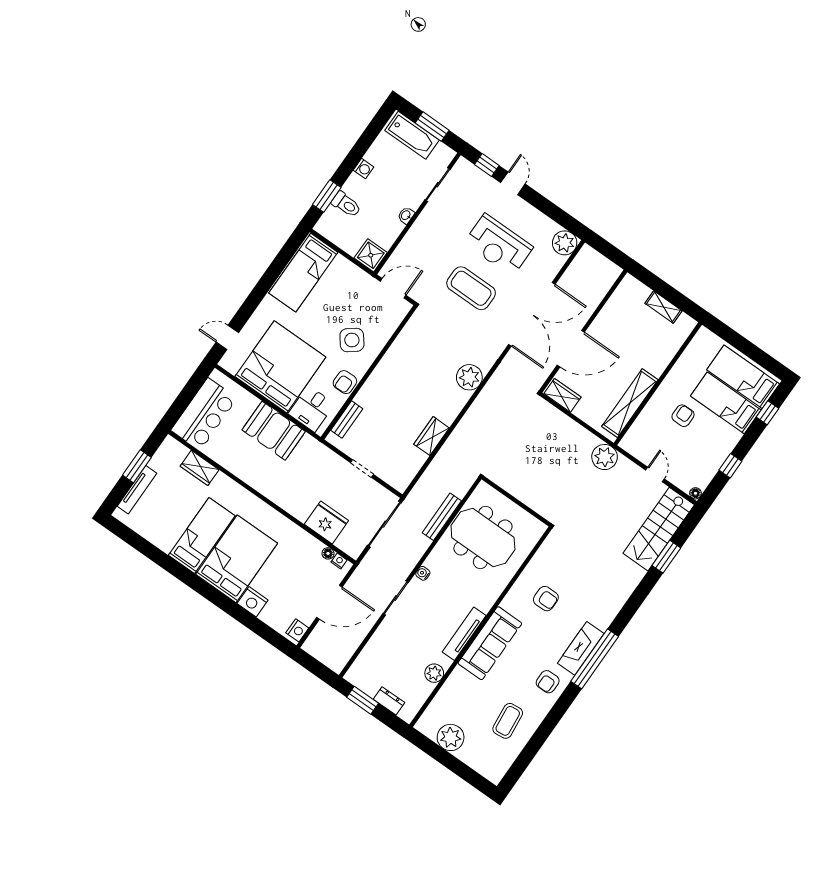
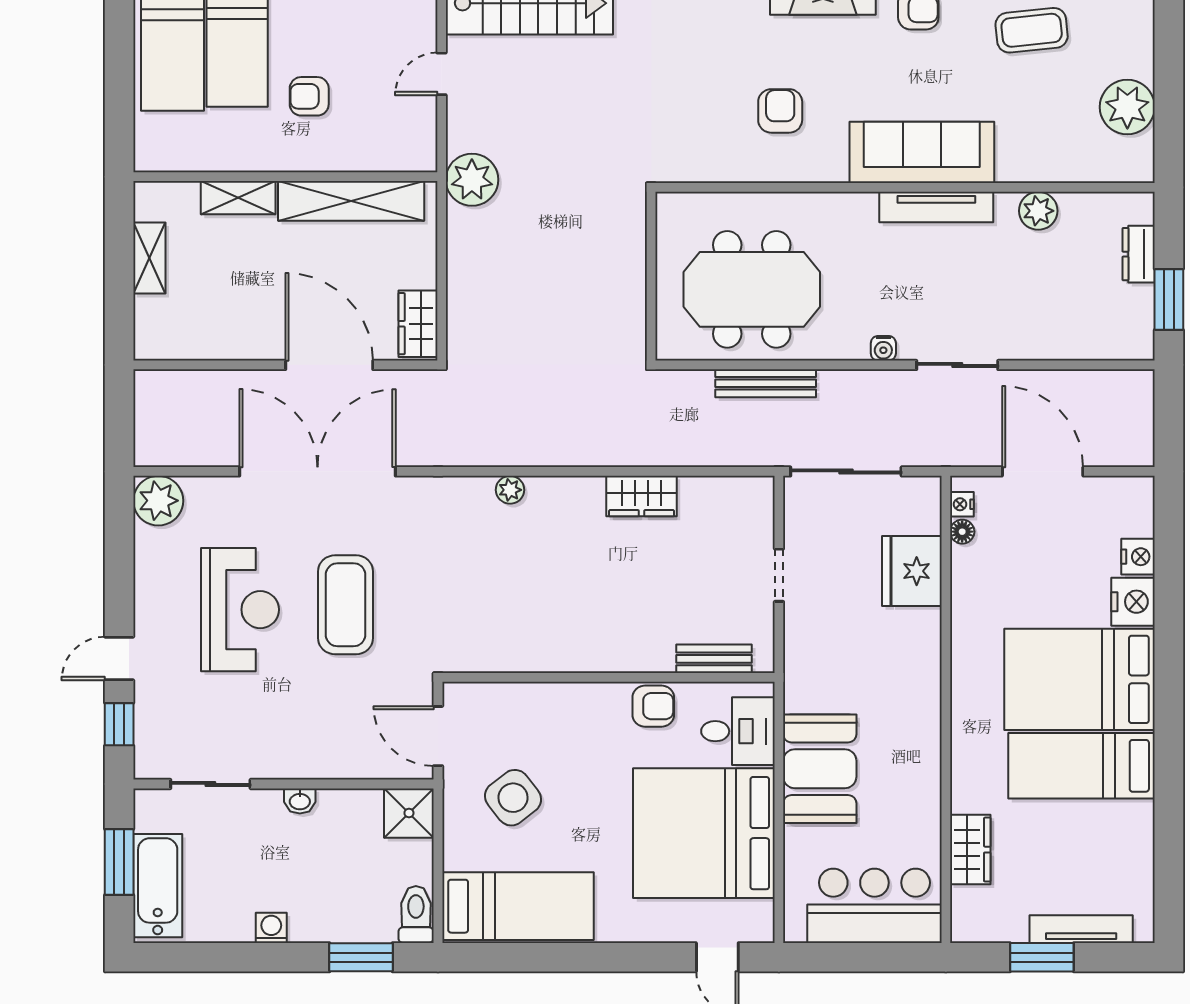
toilet: (346, 204) -> (416, 914), moved
side table: (352, 340) -> (513, 798), moved
shelving: (663, 359) -> (238, 198), added
plant: (469, 377) -> (510, 490), width x0.53, depth x0.53
meeting table: (483, 537) -> (752, 289), turned 90
nightstand: (297, 630) -> (1138, 557), moved, turned 90

